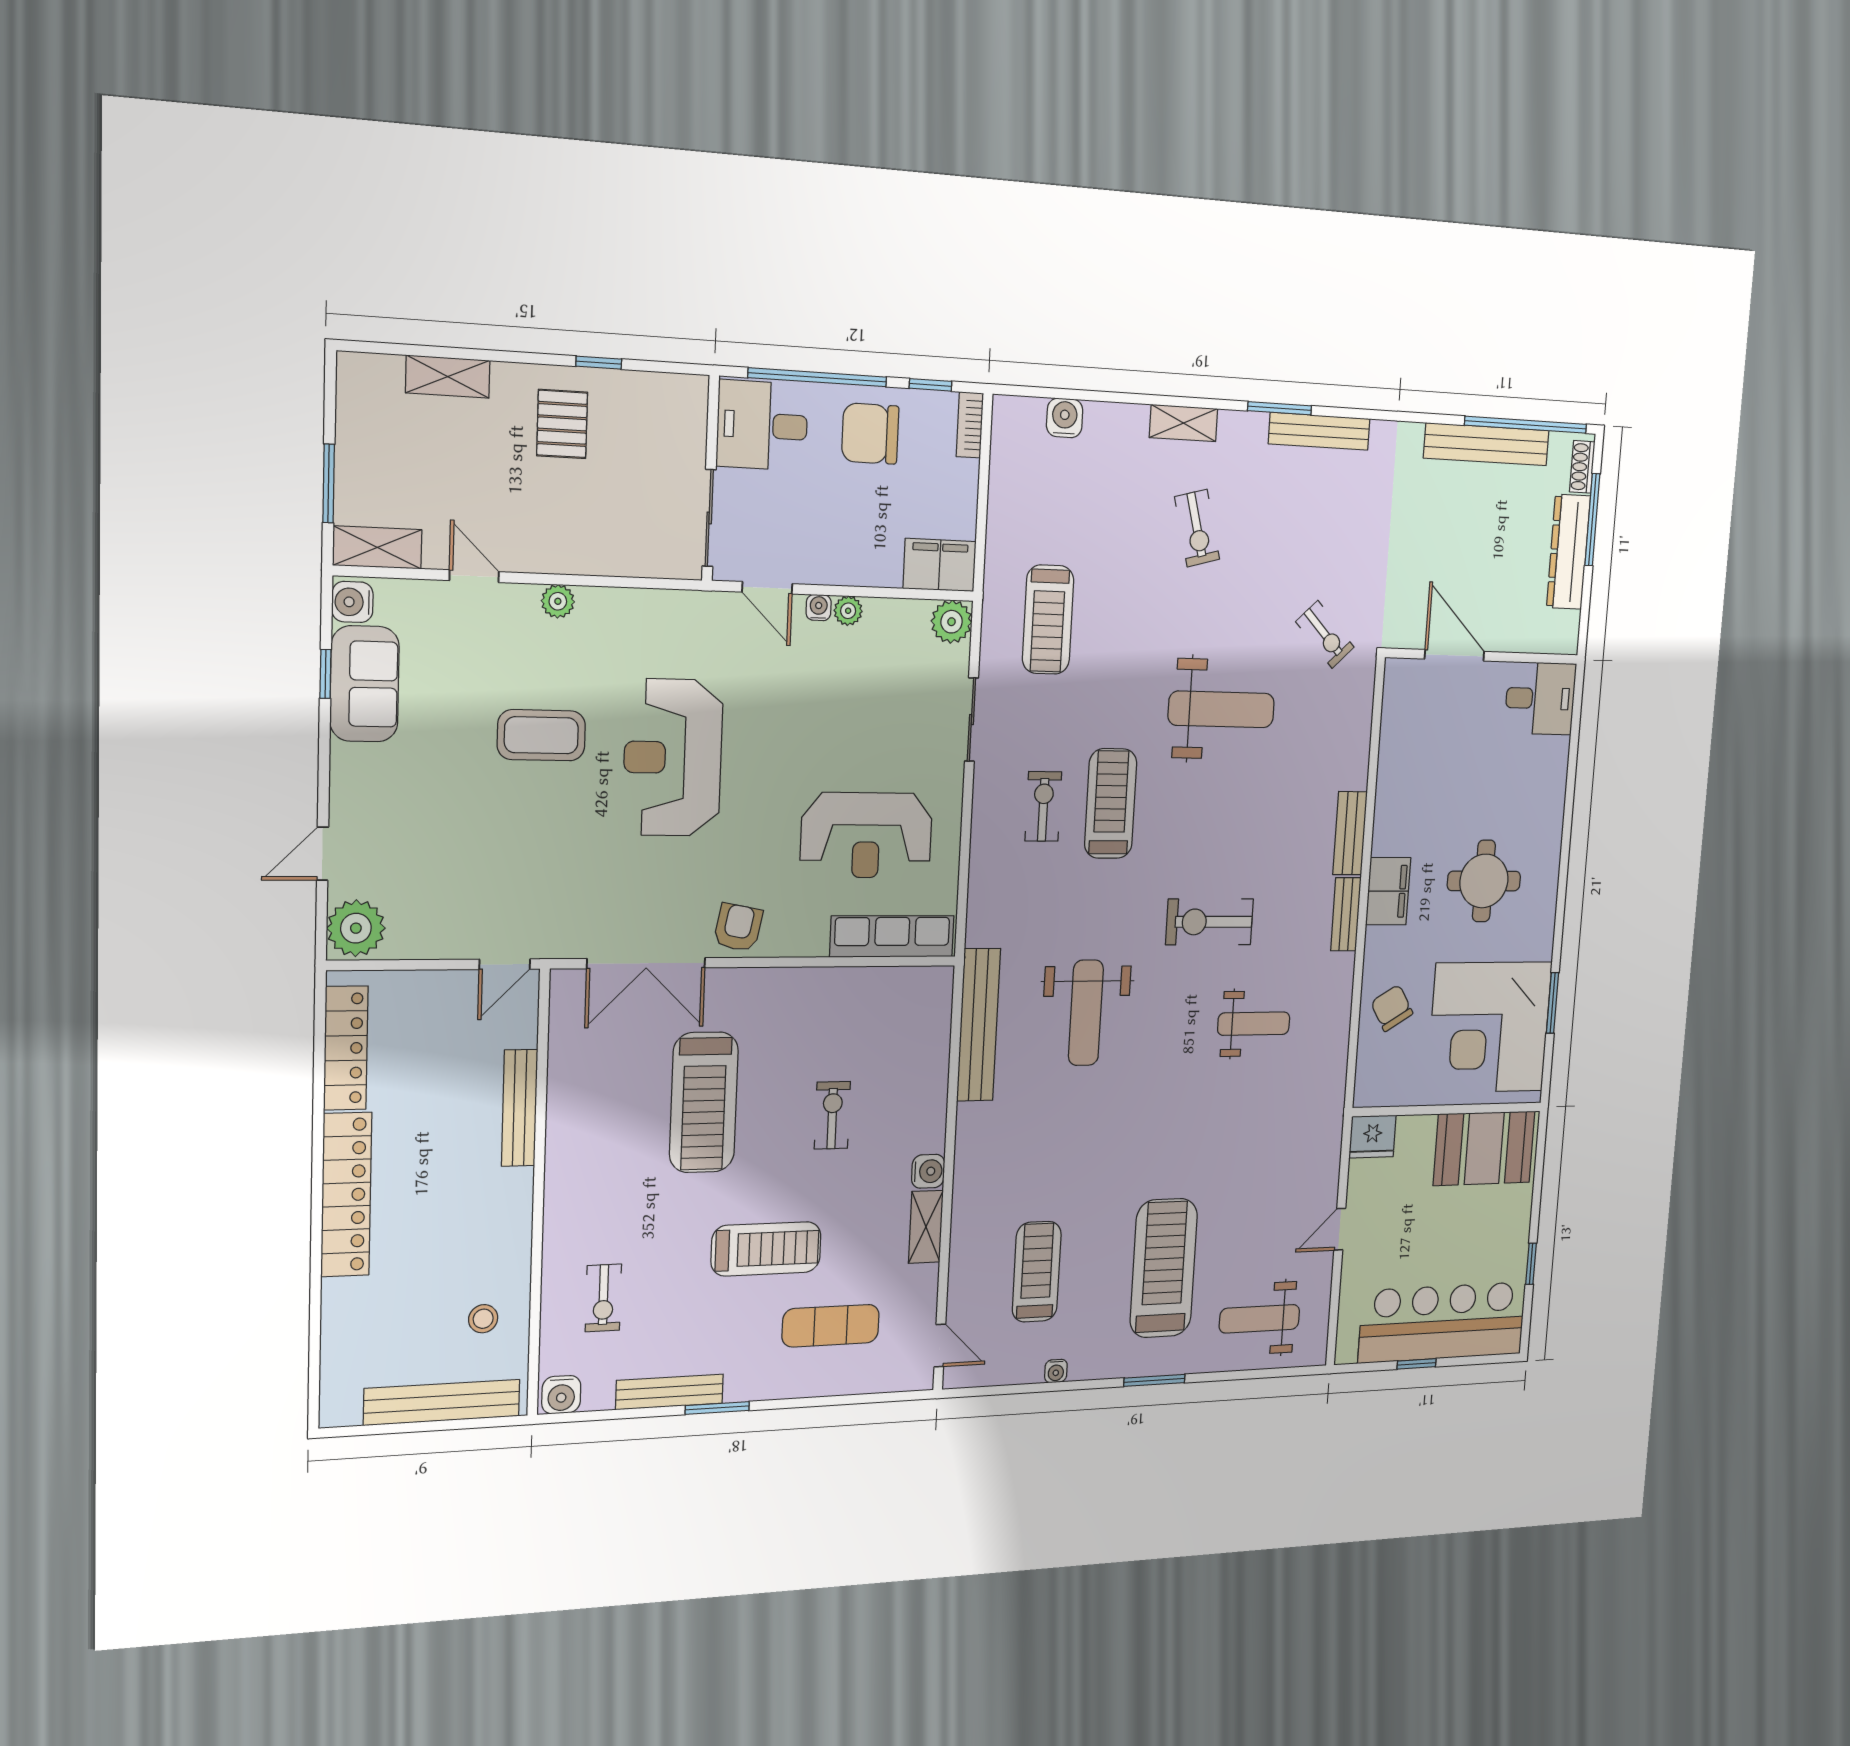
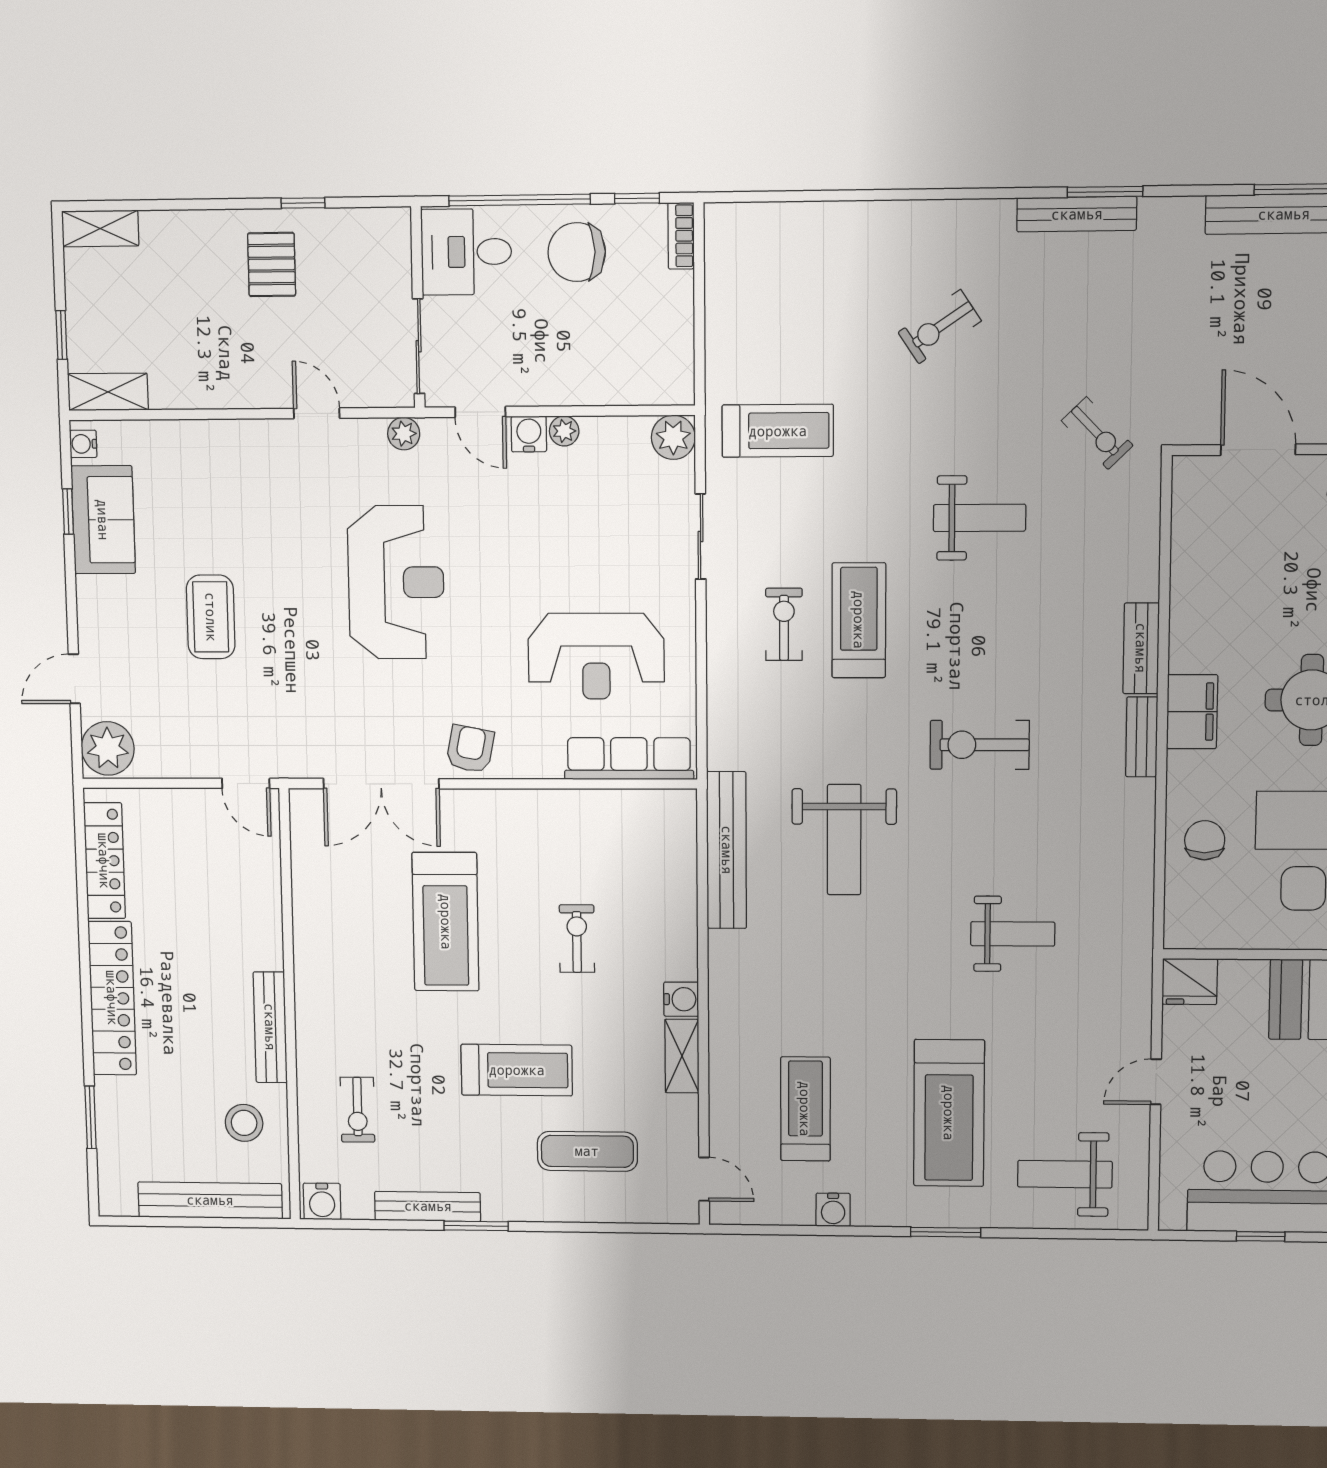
shelving: (448, 377) -> (100, 228), moved
window: (1280, 408) -> (1105, 192), moved
water cooler: (1065, 418) -> (784, 221), removed
shelving: (1183, 423) -> (917, 217), removed
window: (329, 483) -> (61, 335), width x0.67
exercise bike: (1197, 528) -> (940, 327), turned 71
filing cabinet: (940, 565) -> (657, 380), removed
door: (474, 576) -> (317, 413), moved
plant: (558, 601) -> (404, 434), moved
water cooler: (352, 602) -> (83, 444), width x0.72, depth x0.72
water cooler: (819, 608) -> (529, 434), width x1.38, depth x1.38
treadmill: (1048, 620) -> (778, 431), turned -90
weight bench: (1221, 709) -> (979, 518), width x0.73, depth x0.75
coffee table: (541, 735) -> (211, 617), moved, turned 90
reception desk: (673, 758) -> (396, 582), turned 180
door: (505, 964) -> (246, 783), hinge flipped
chair: (1392, 1008) -> (1205, 840), turned 31
weight bench: (1254, 1024) -> (1013, 934), moved
bench: (520, 1108) -> (270, 1027), moved
treadmill: (1164, 1268) -> (949, 1113), turned 180
stool: (483, 1319) -> (244, 1123), width x1.37, depth x1.37
window: (315, 1323) -> (91, 1117), added
water cooler: (1056, 1371) -> (833, 1210), width x1.38, depth x1.38

